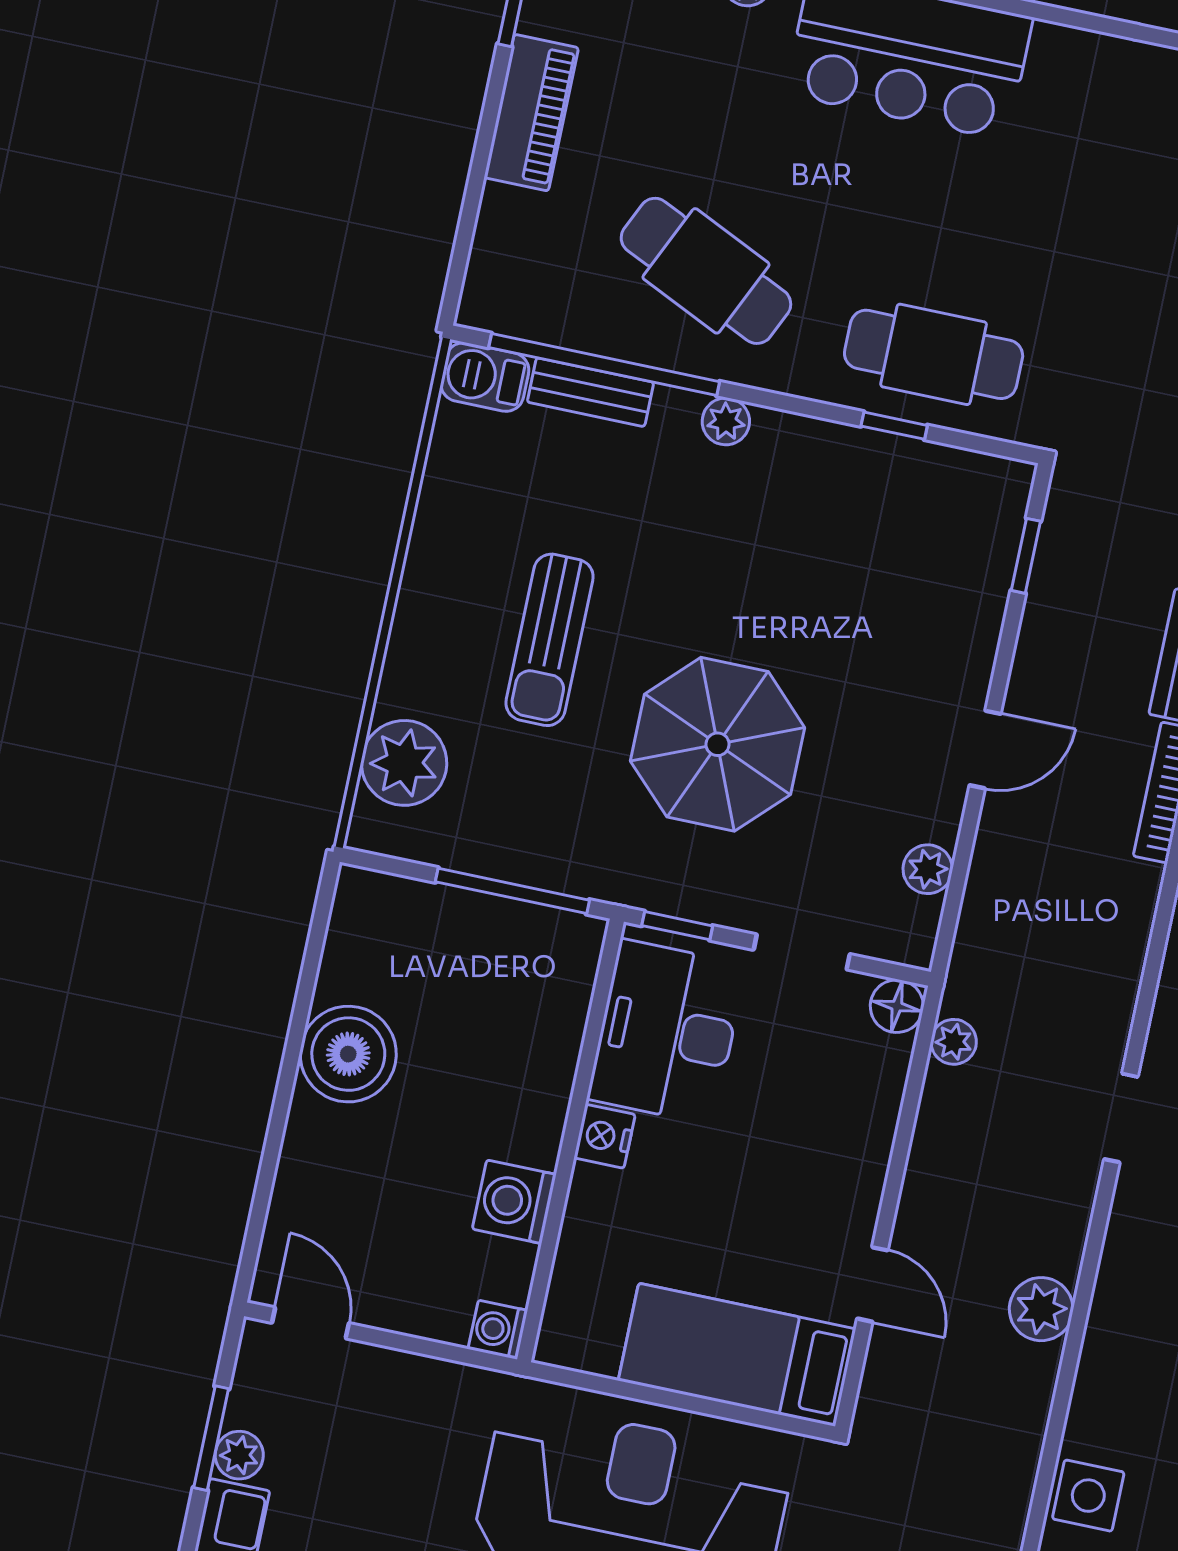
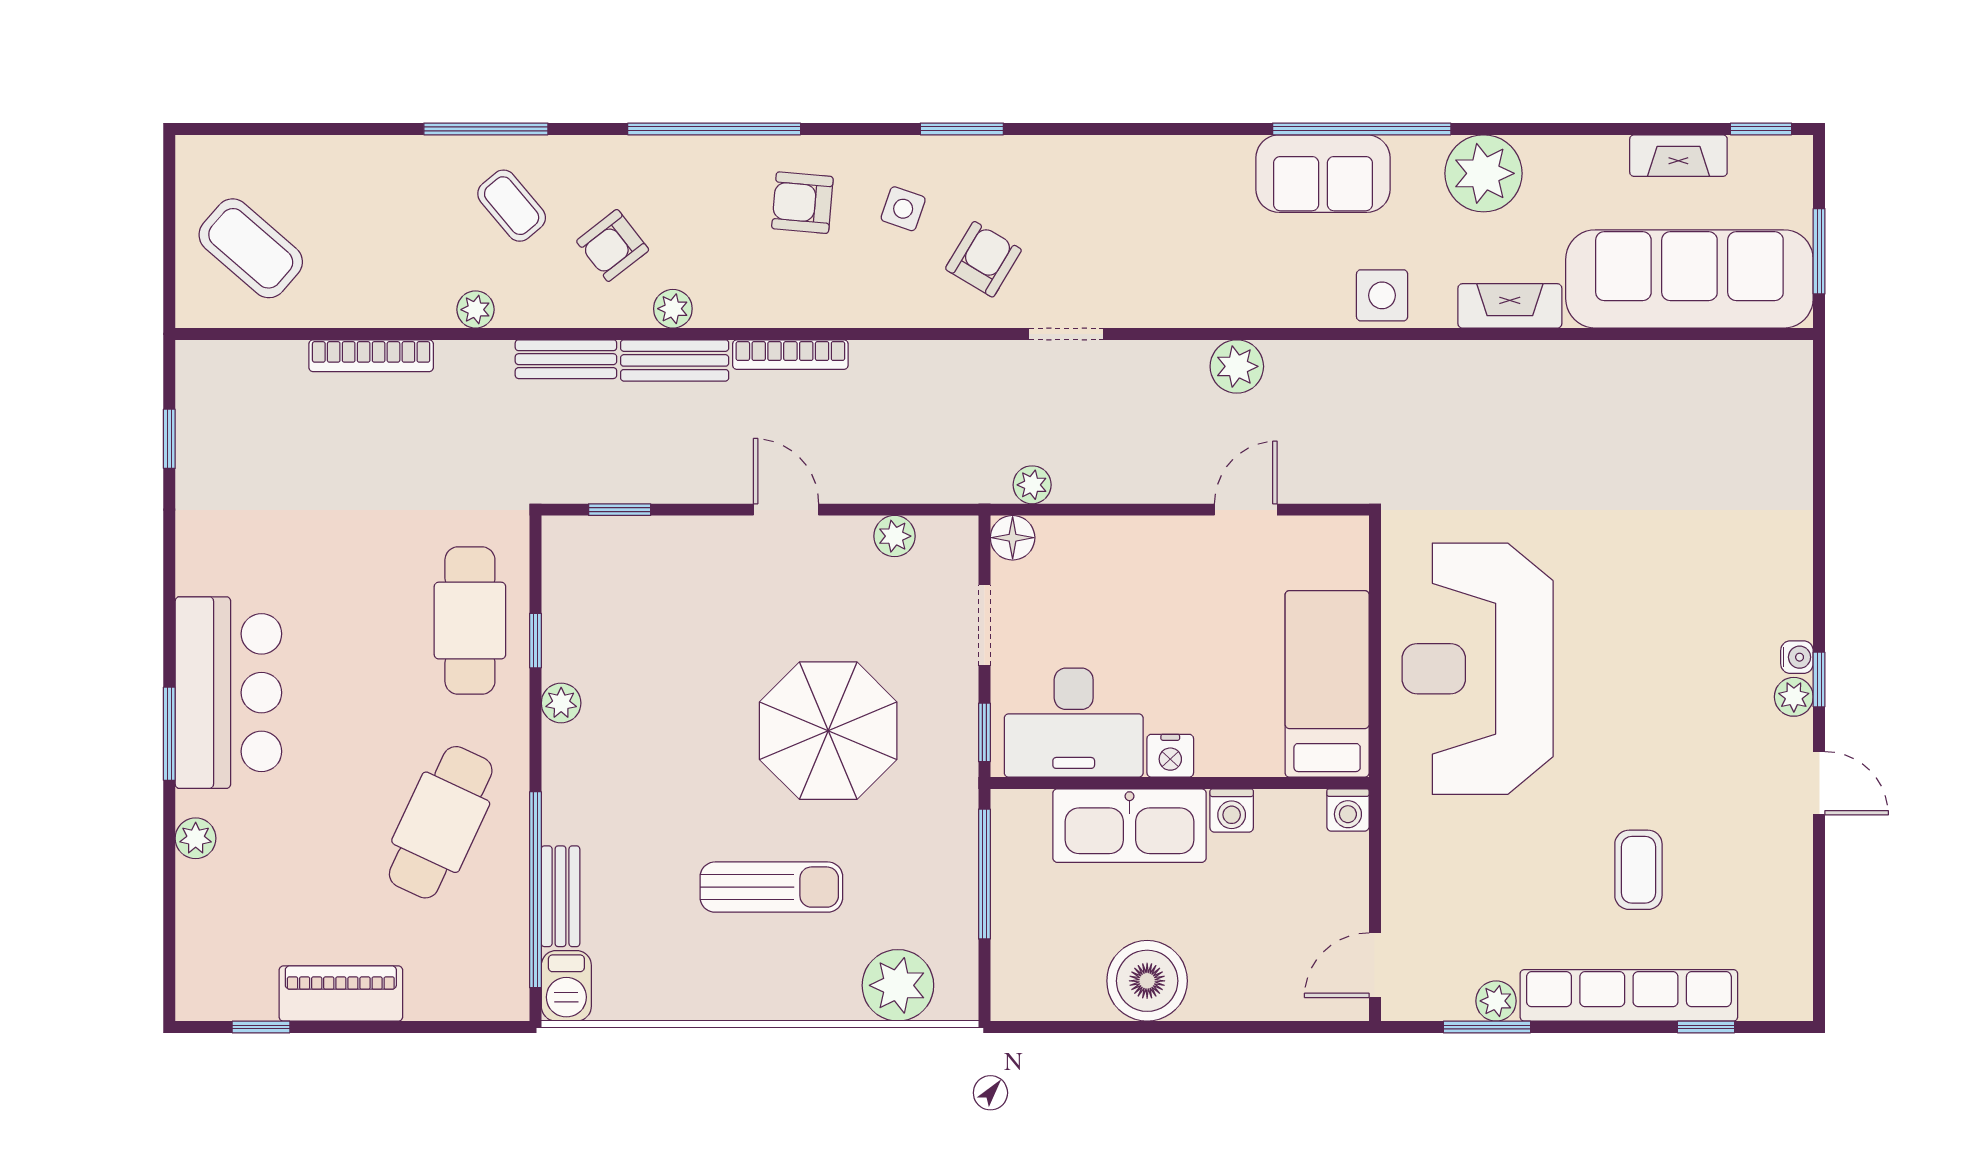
plant: (726, 421) -> (561, 703), moved
kitchen sink: (533, 1072) -> (1129, 826), added
washing machine: (514, 1202) -> (1232, 810), width x0.73, depth x0.73
bed: (737, 1355) -> (1327, 684), moved, turned 180

